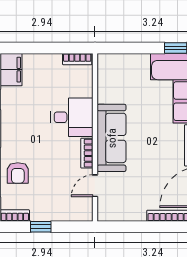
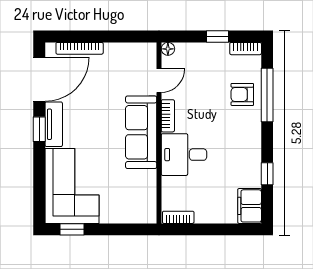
armchair: (18, 173) -> (242, 94), turned -90
floor lamp: (87, 215) -> (168, 49), added

